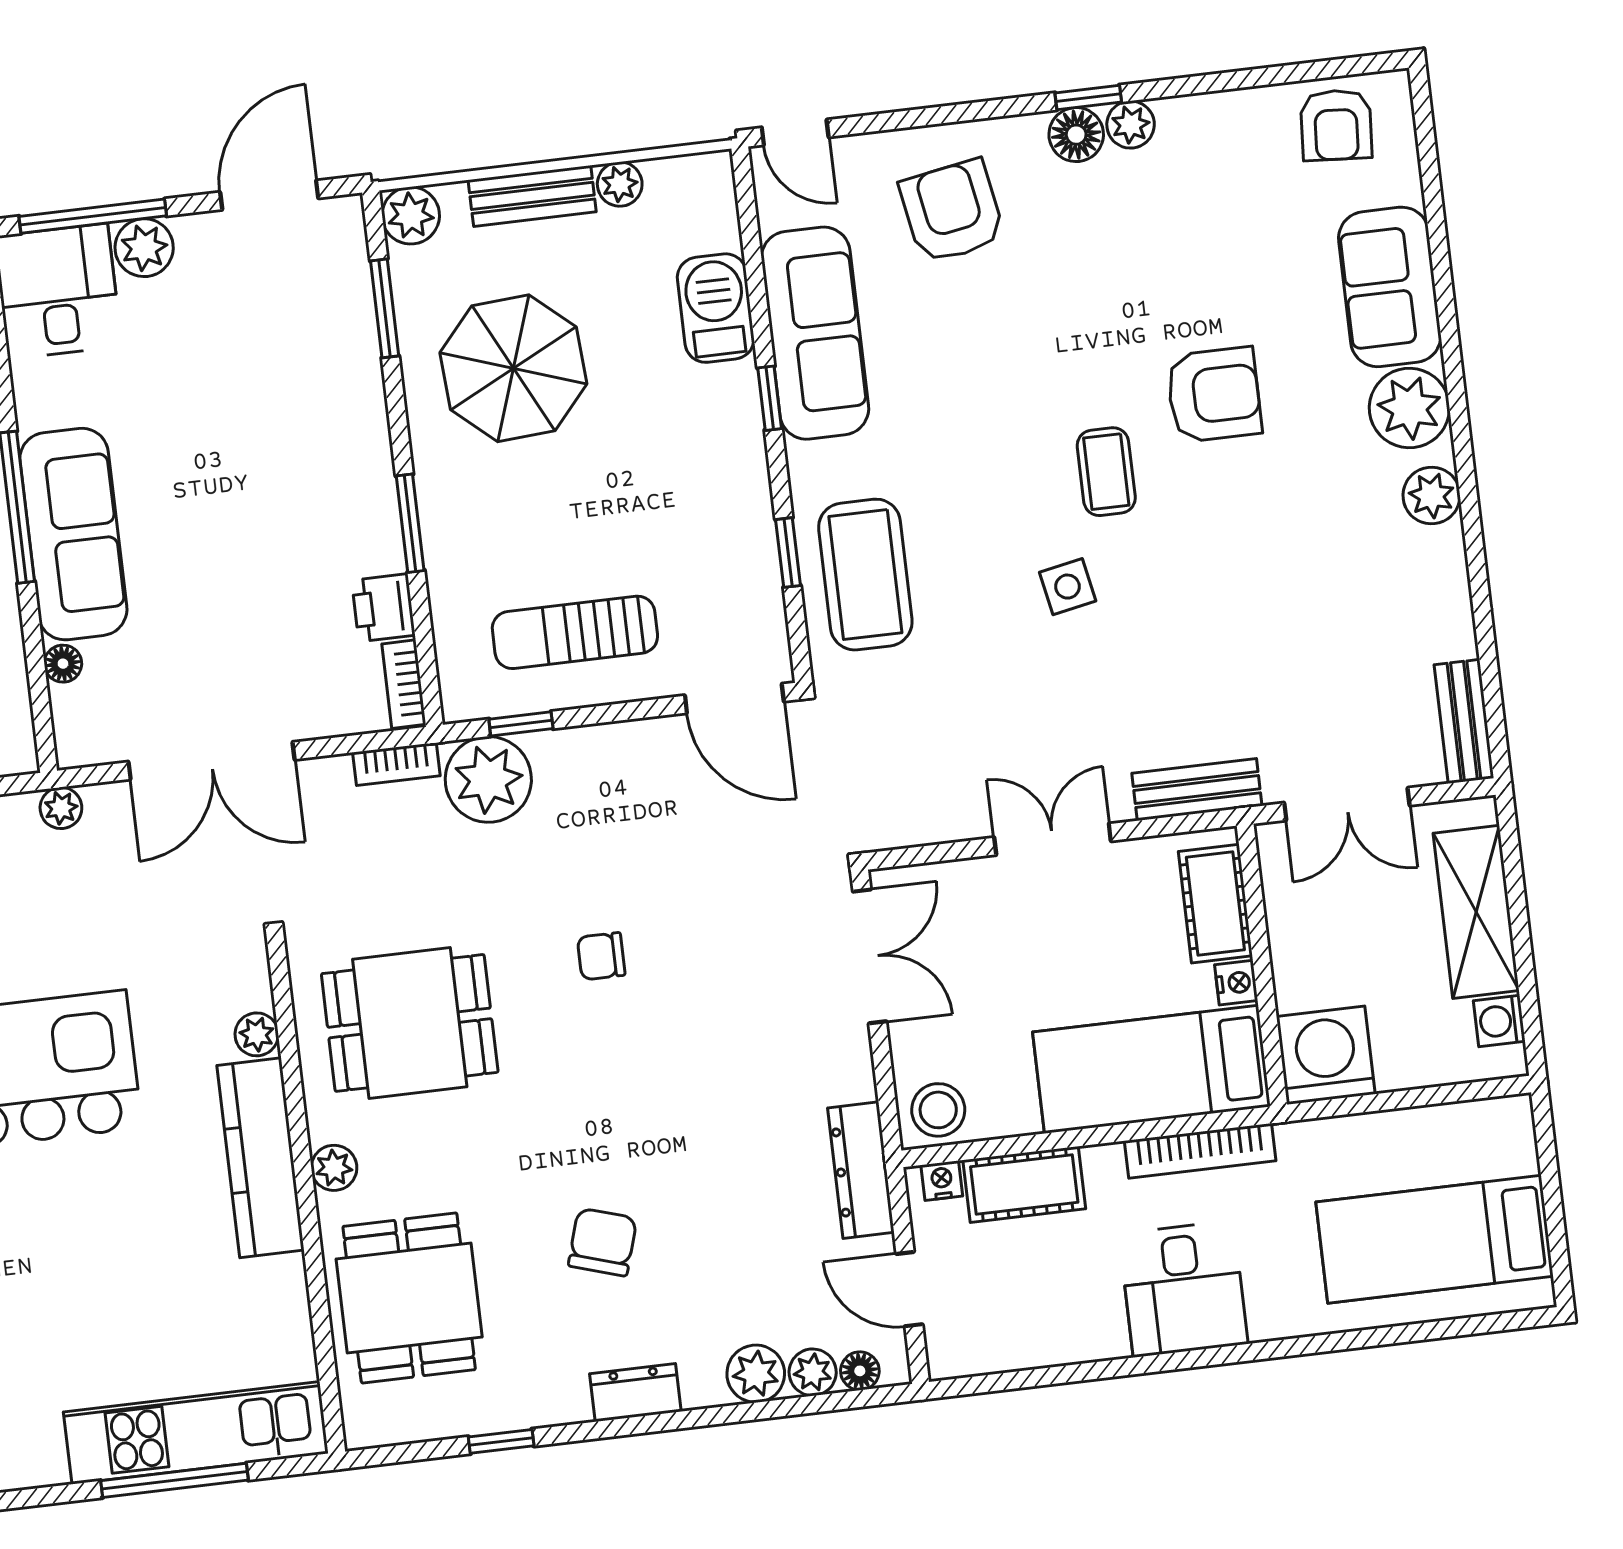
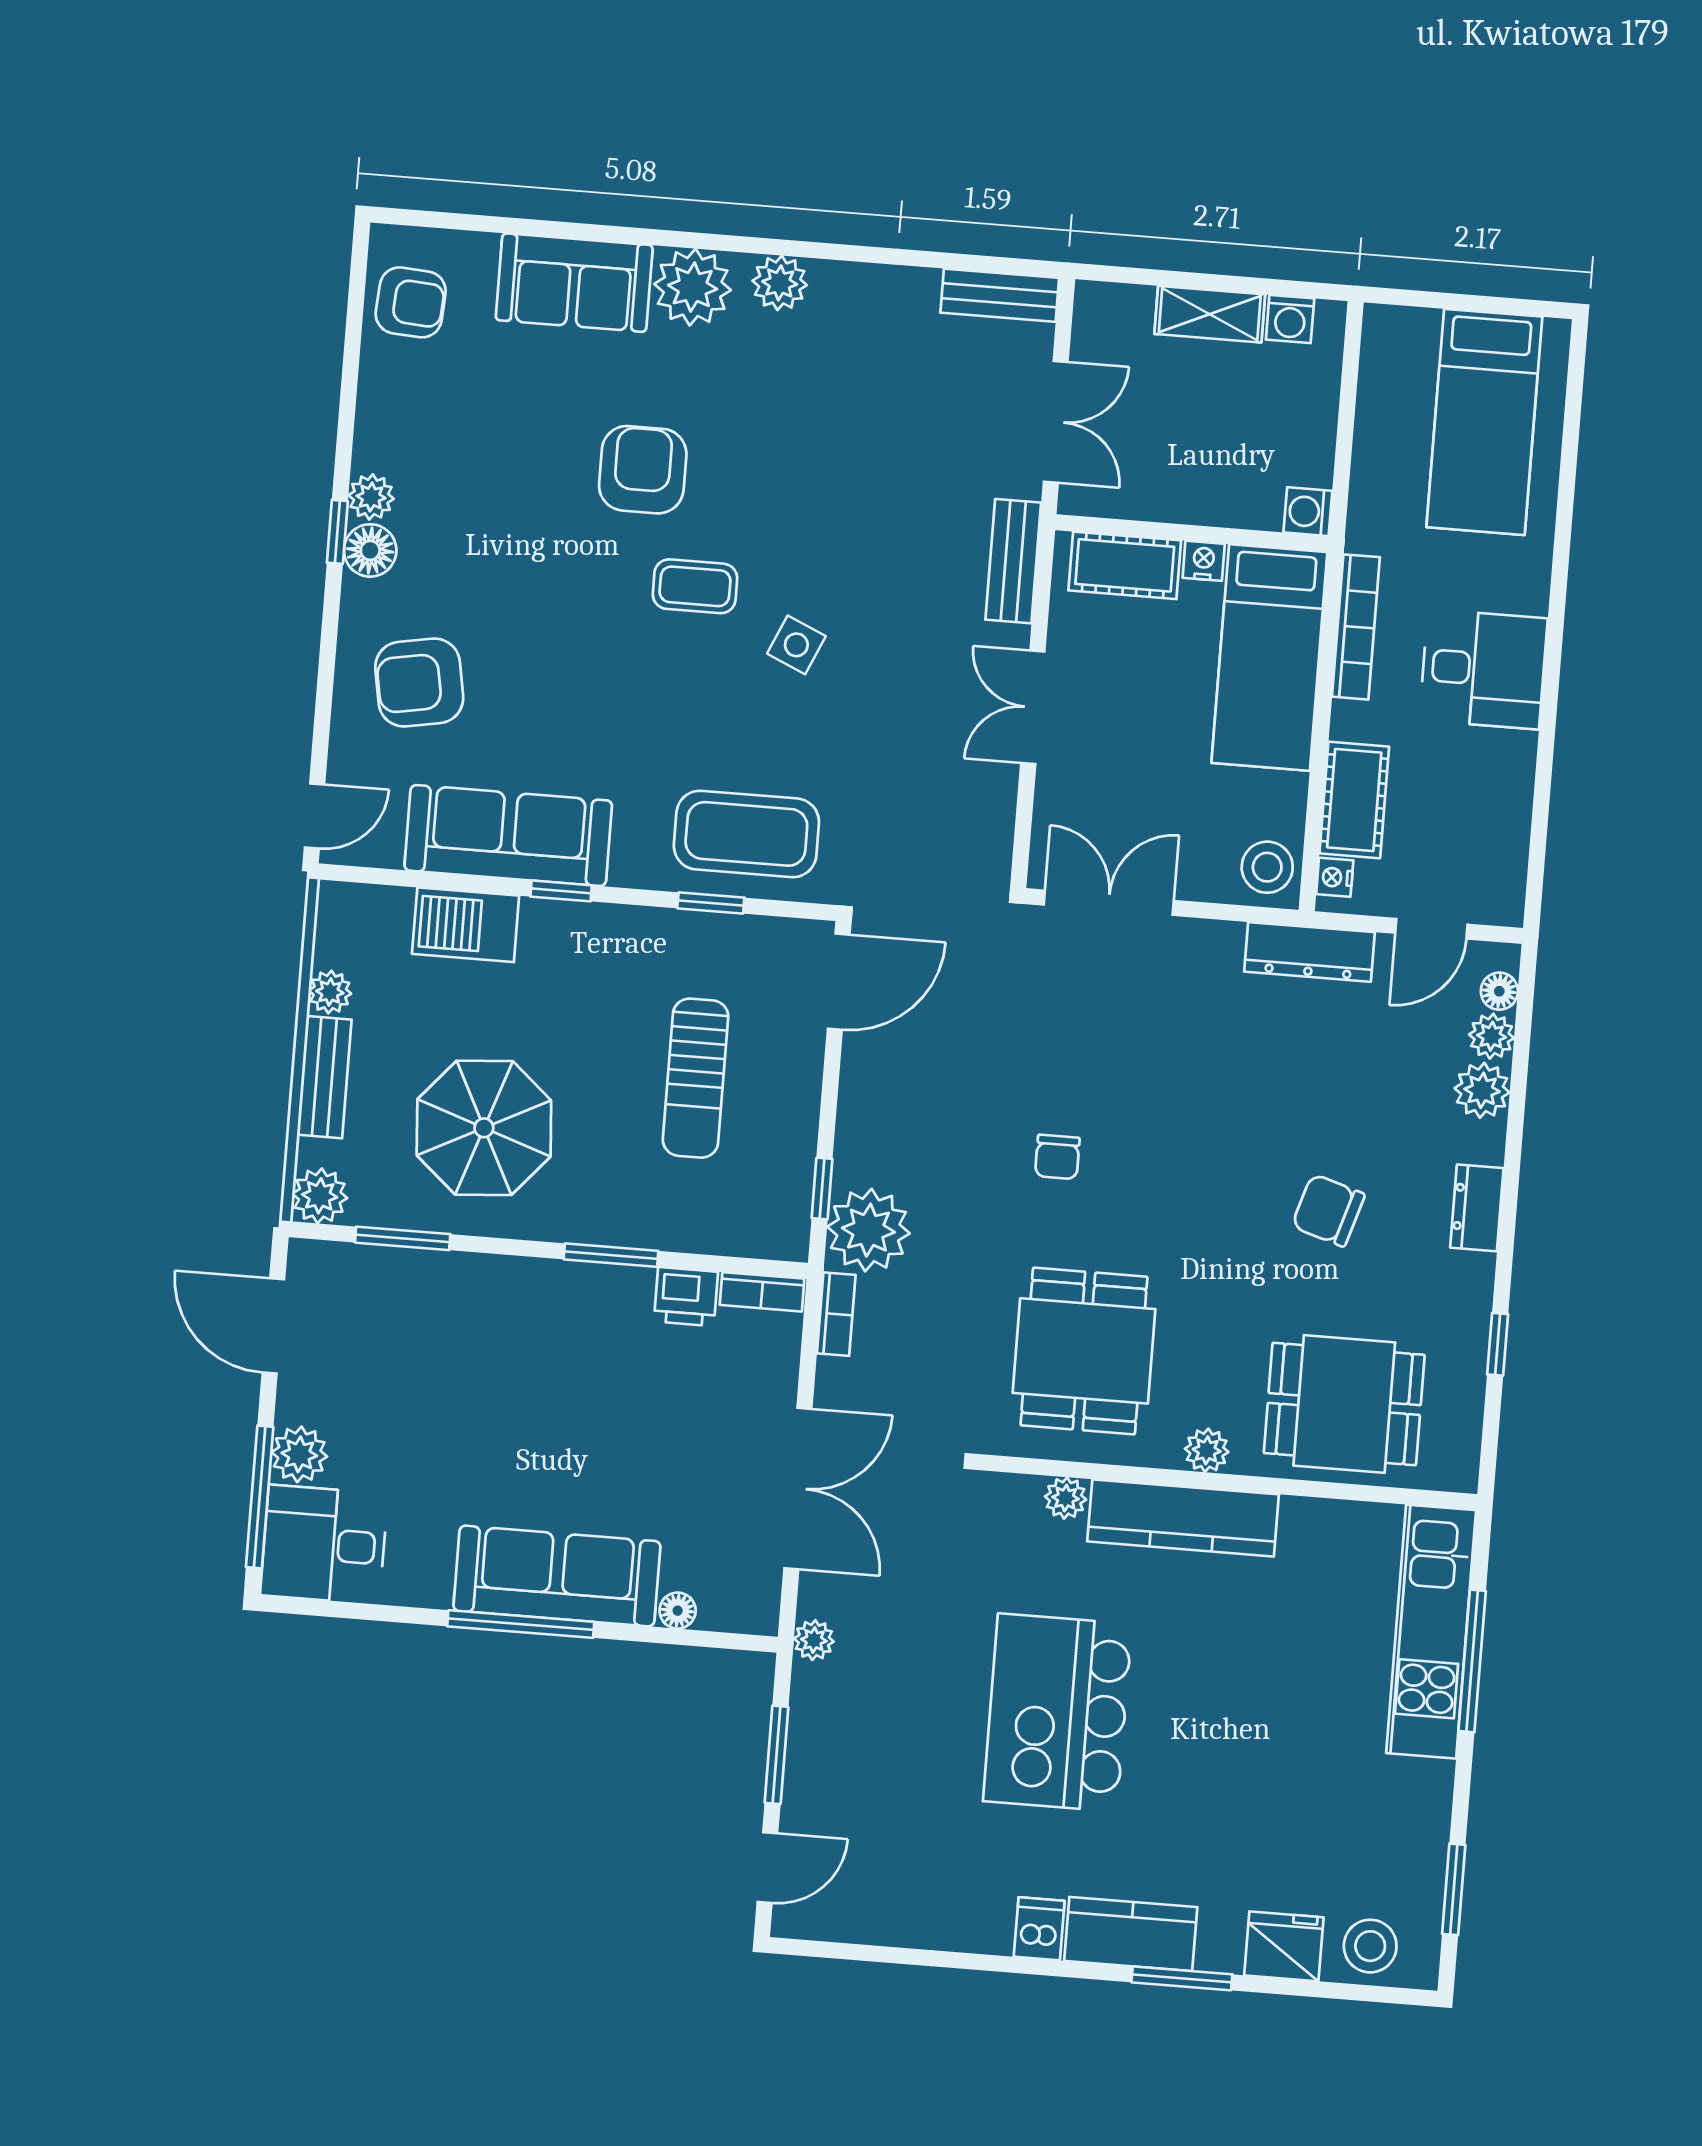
side table: (1068, 587) -> (796, 645), turned 35
sun lounger: (575, 632) -> (696, 1078), moved
shelving: (1476, 912) -> (1210, 314), width x0.67, depth x0.75
washing machine: (1326, 1055) -> (1308, 512), width x0.53, depth x0.53

